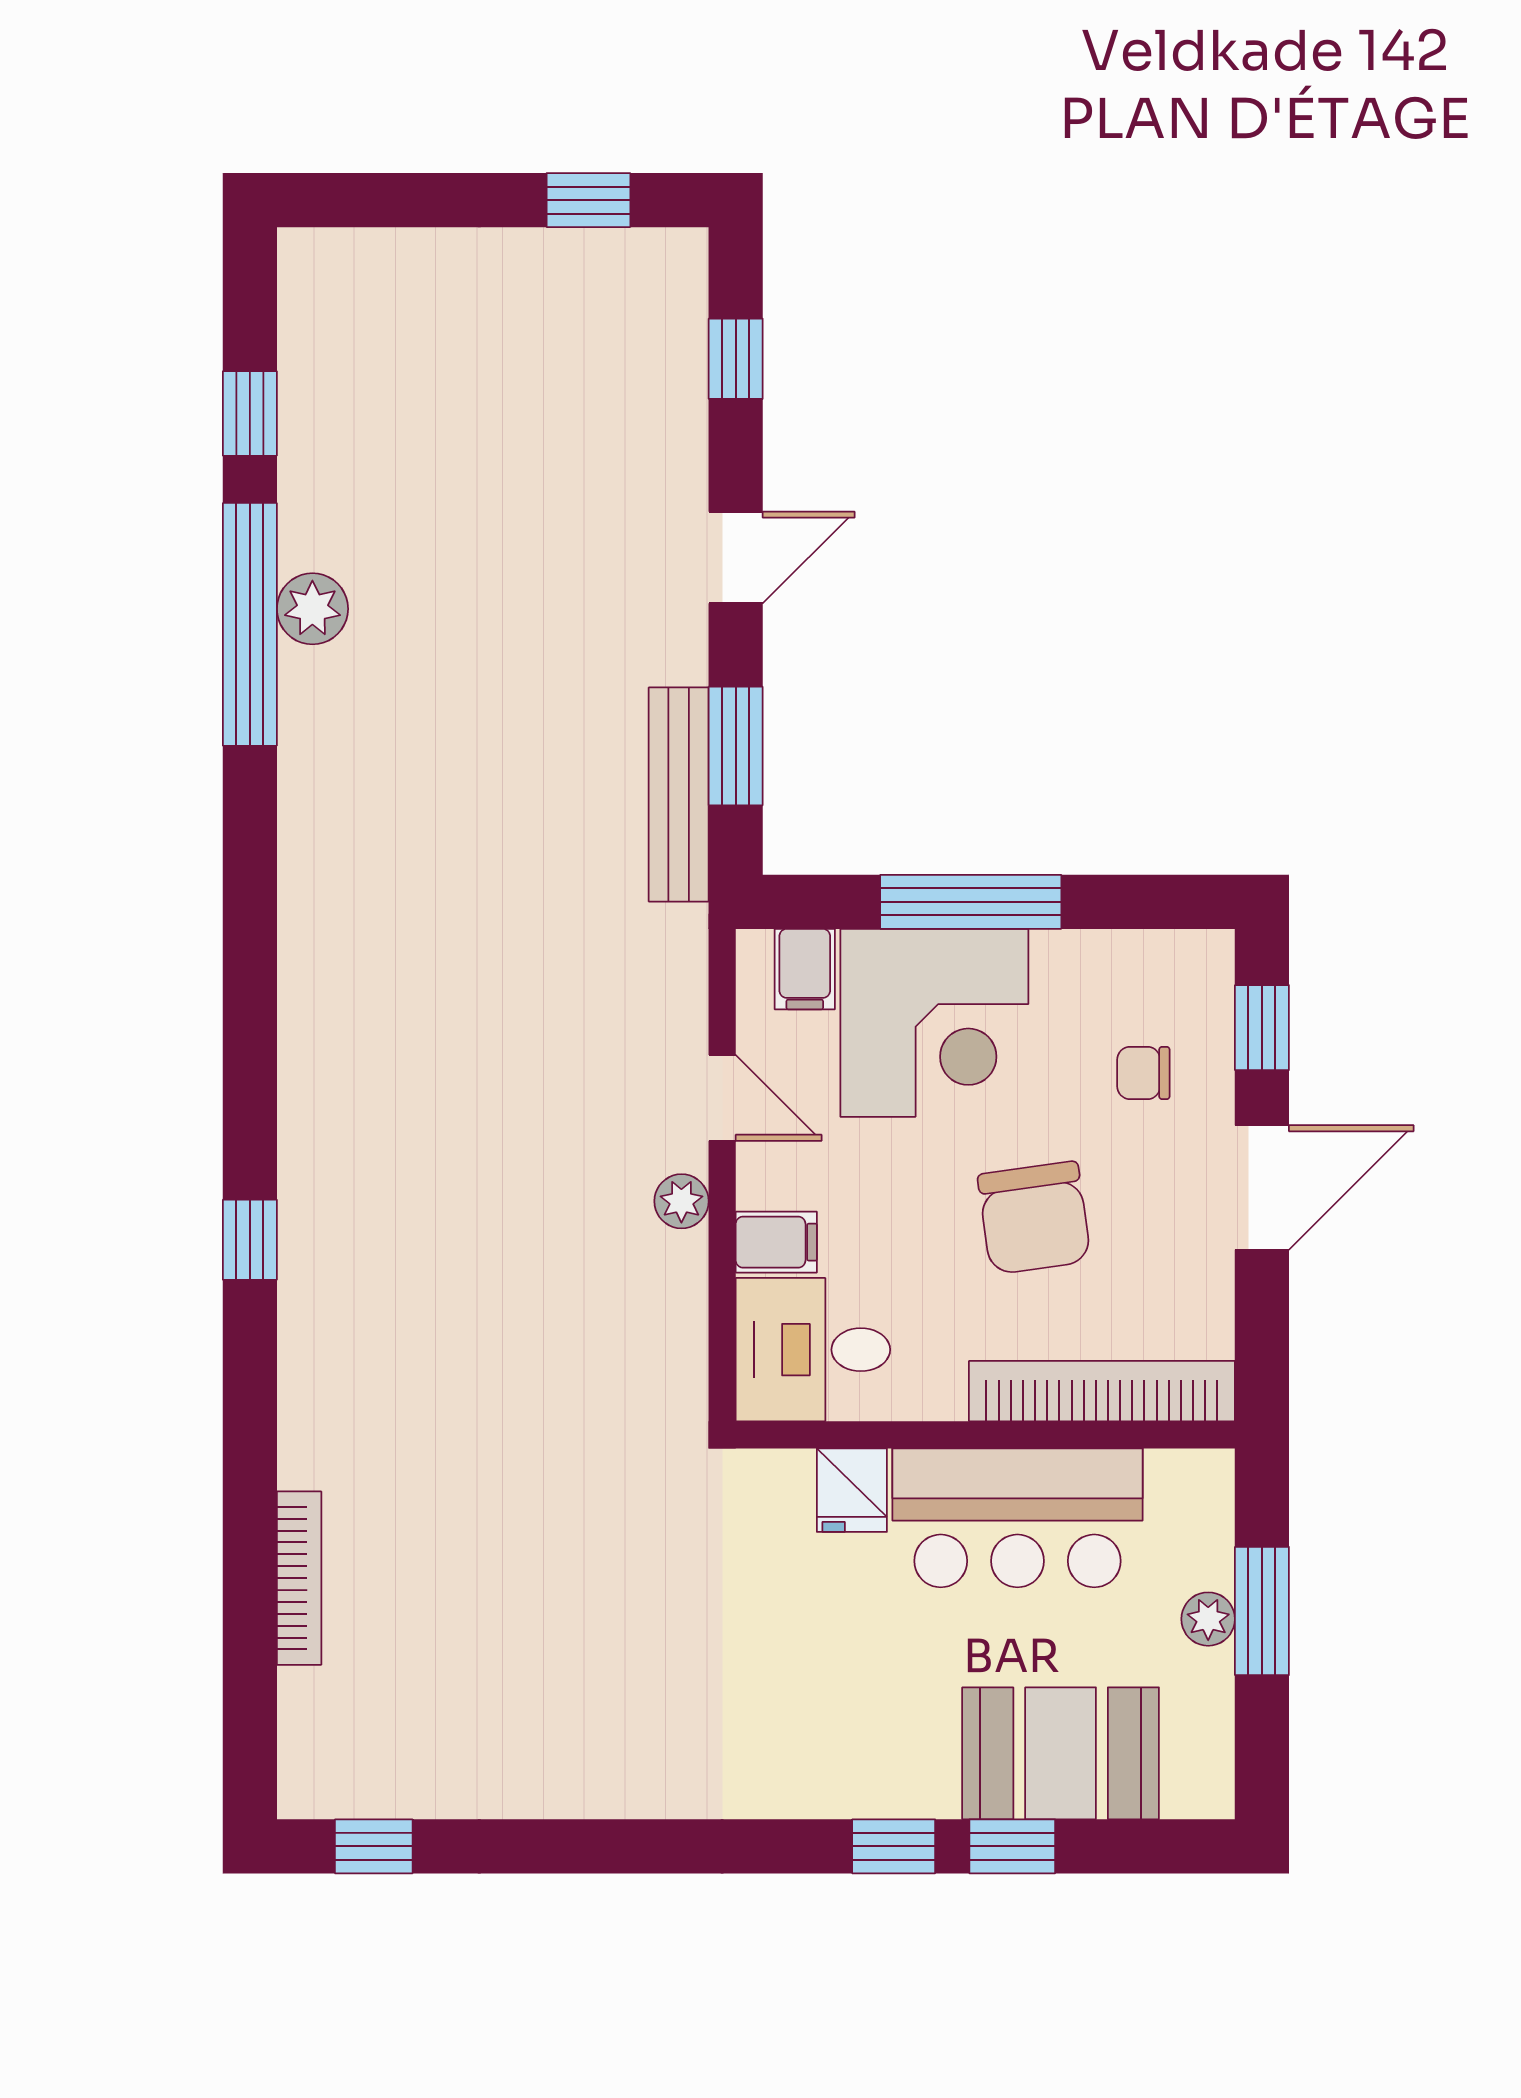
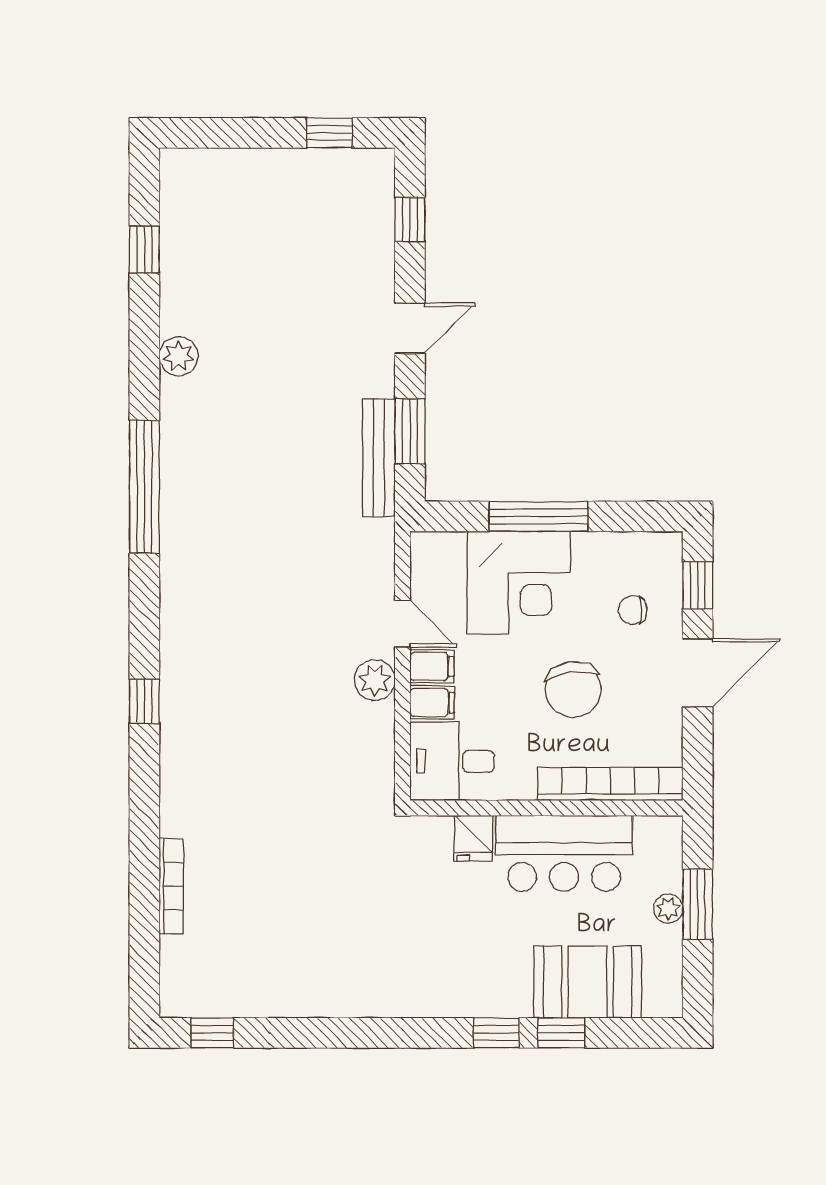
window: (250, 624) -> (144, 487), moved
filing cabinet: (805, 969) -> (432, 666), moved, turned -90
plant: (681, 1201) -> (375, 680), width x1.38, depth x1.38

